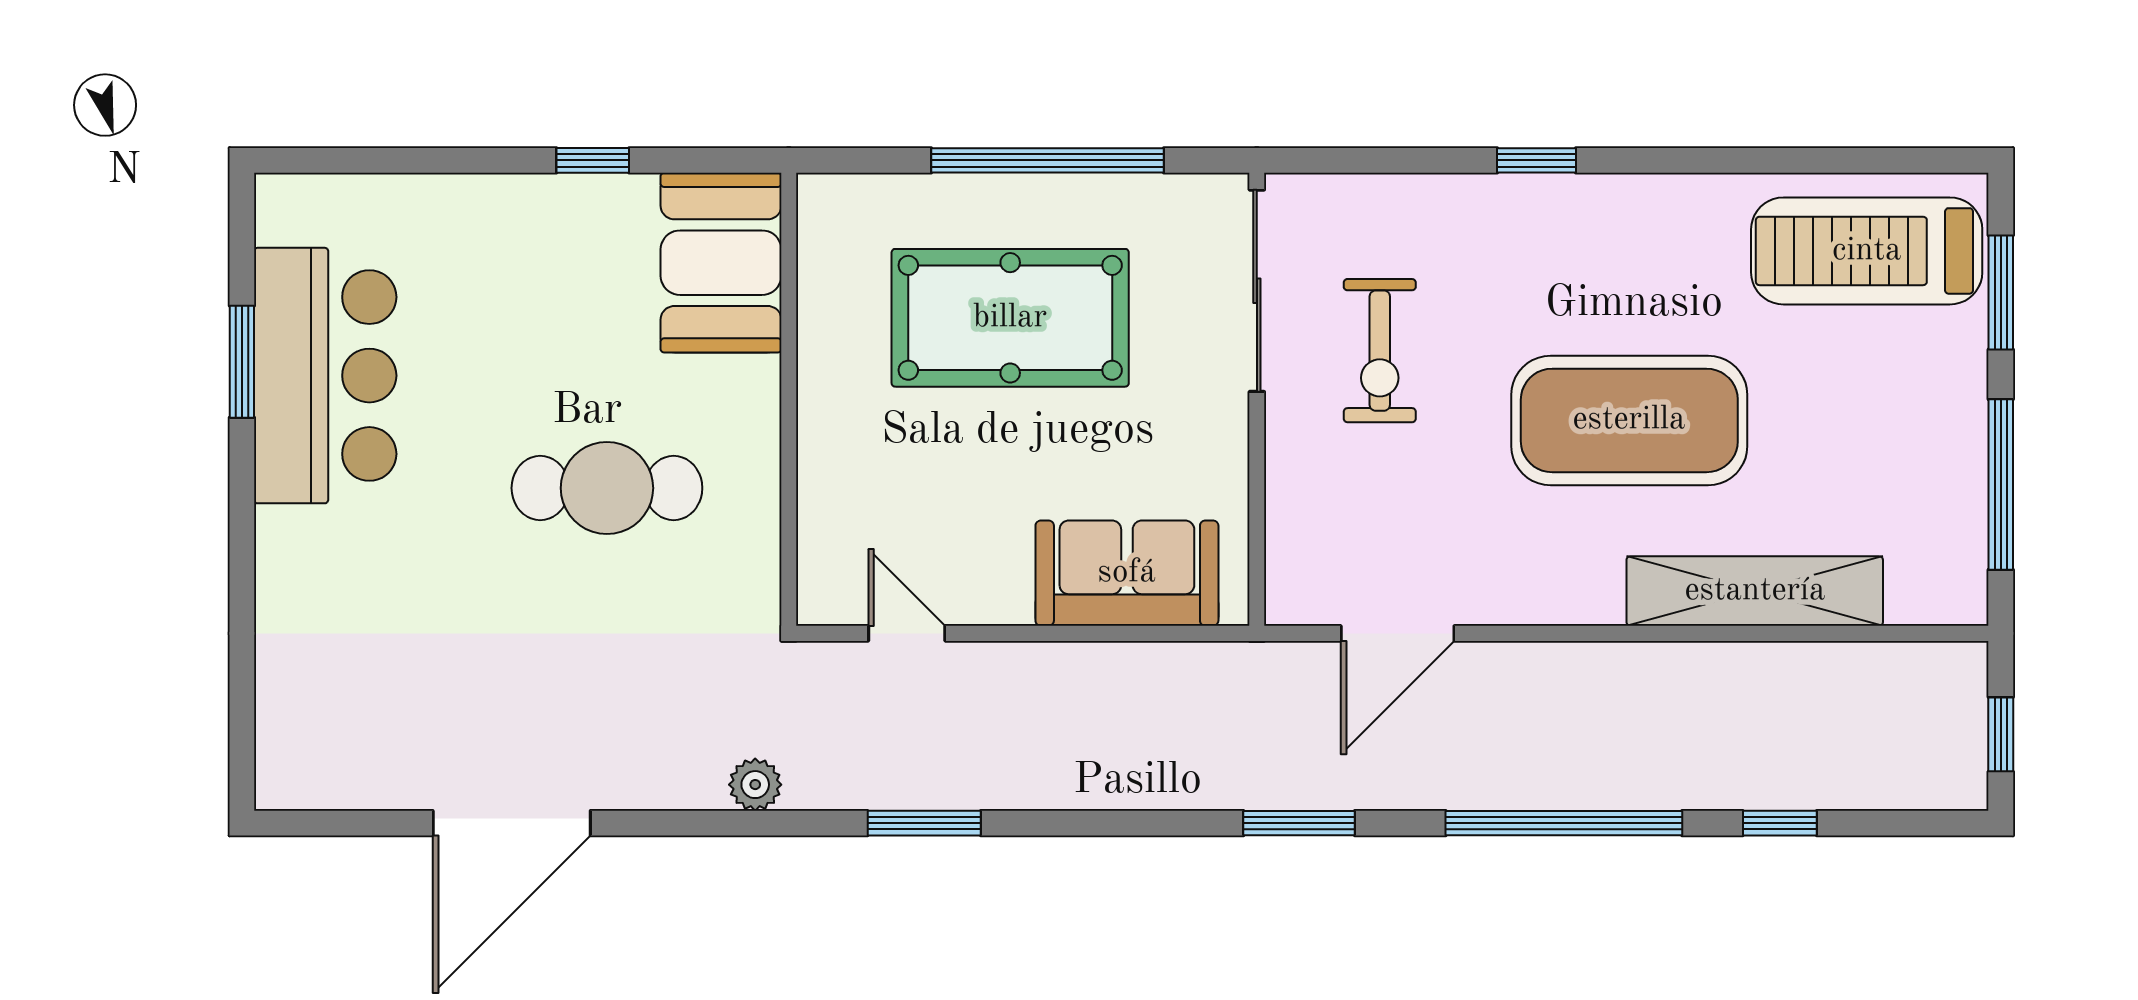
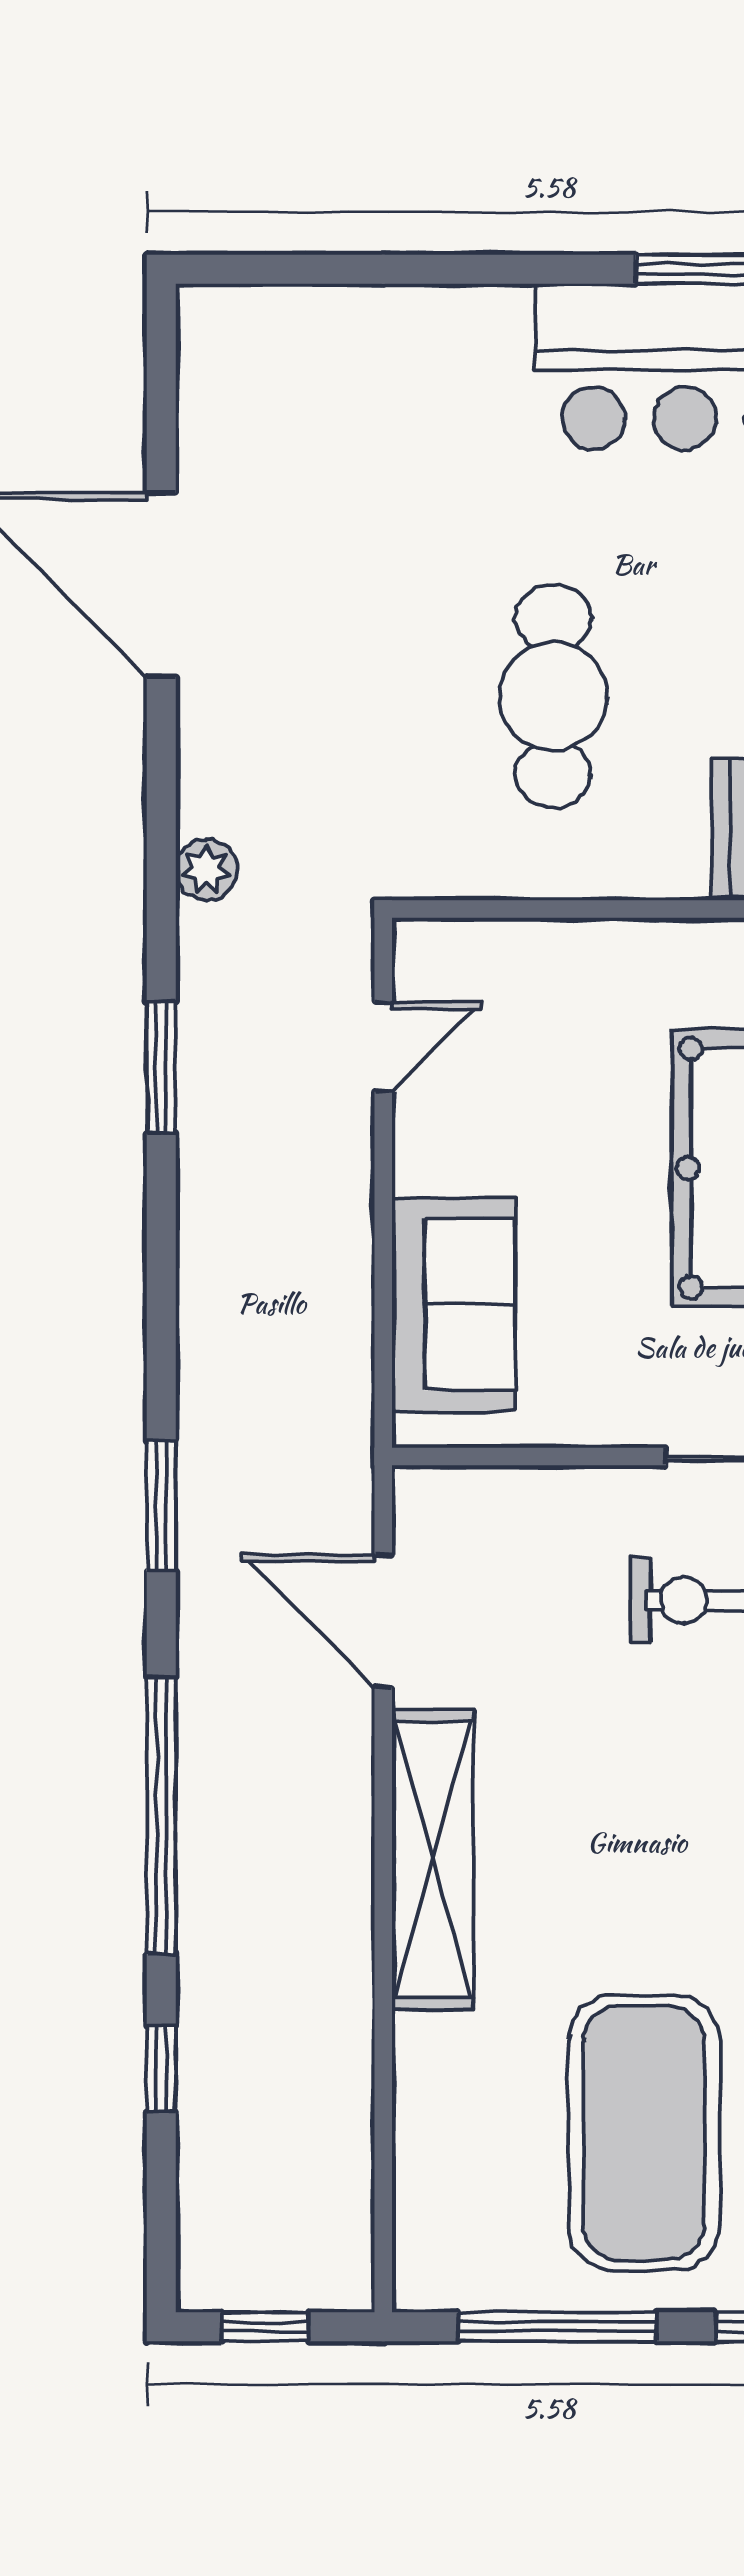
exercise mat: (1629, 420) -> (644, 2133), moved
shelving: (1755, 591) -> (433, 1859), moved

